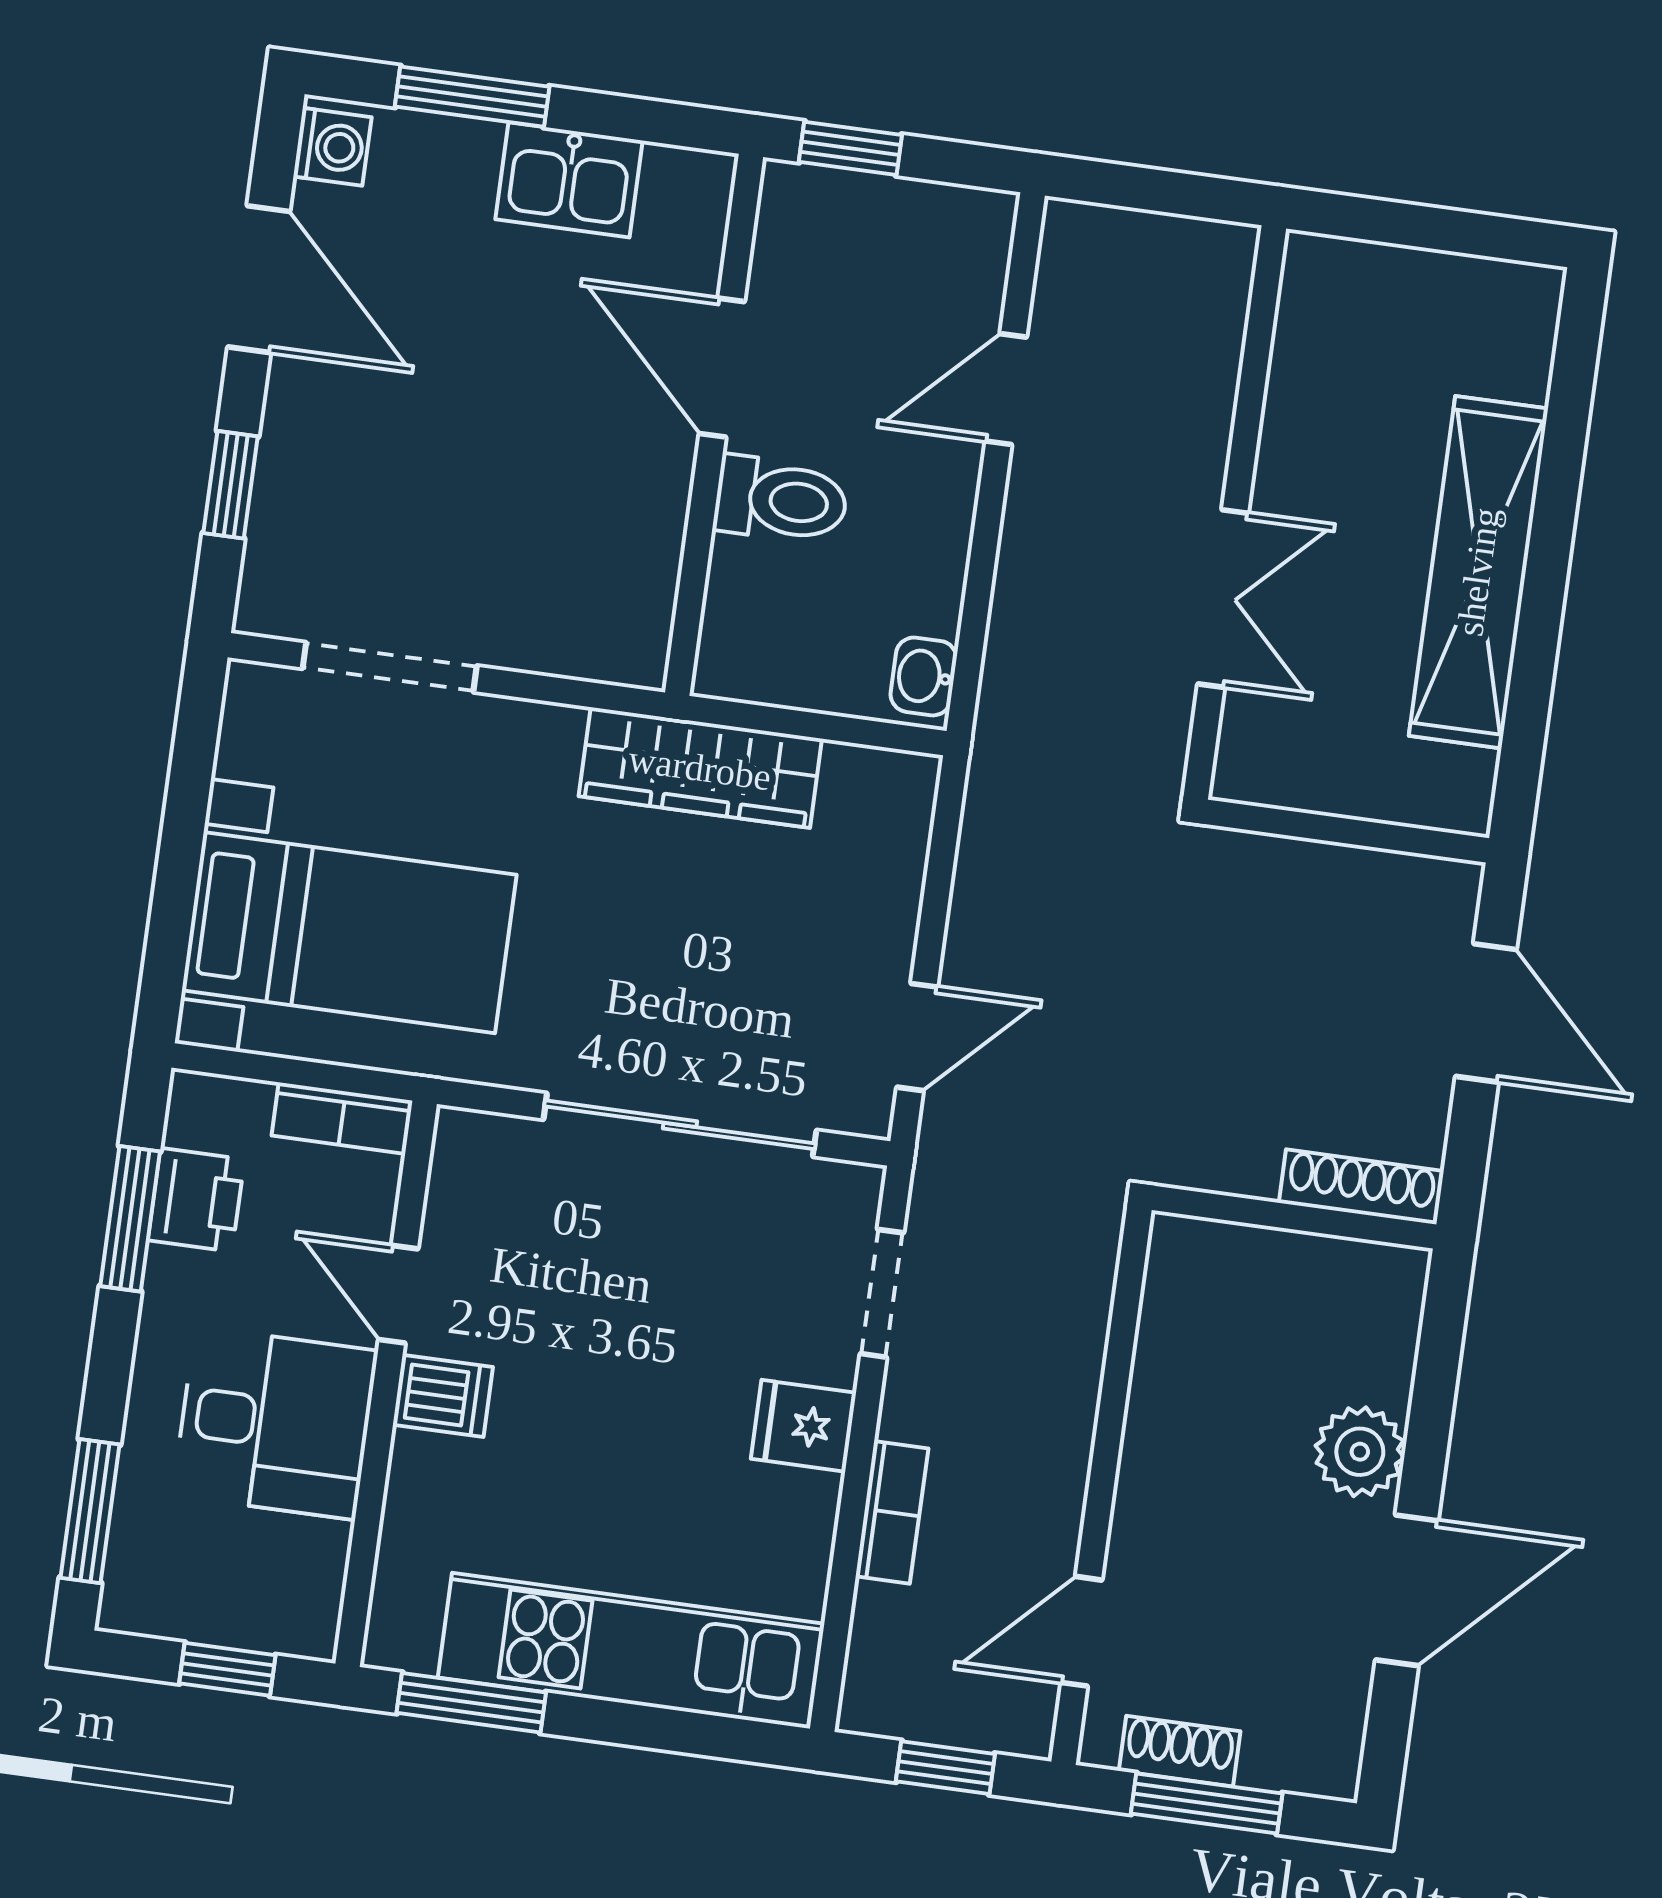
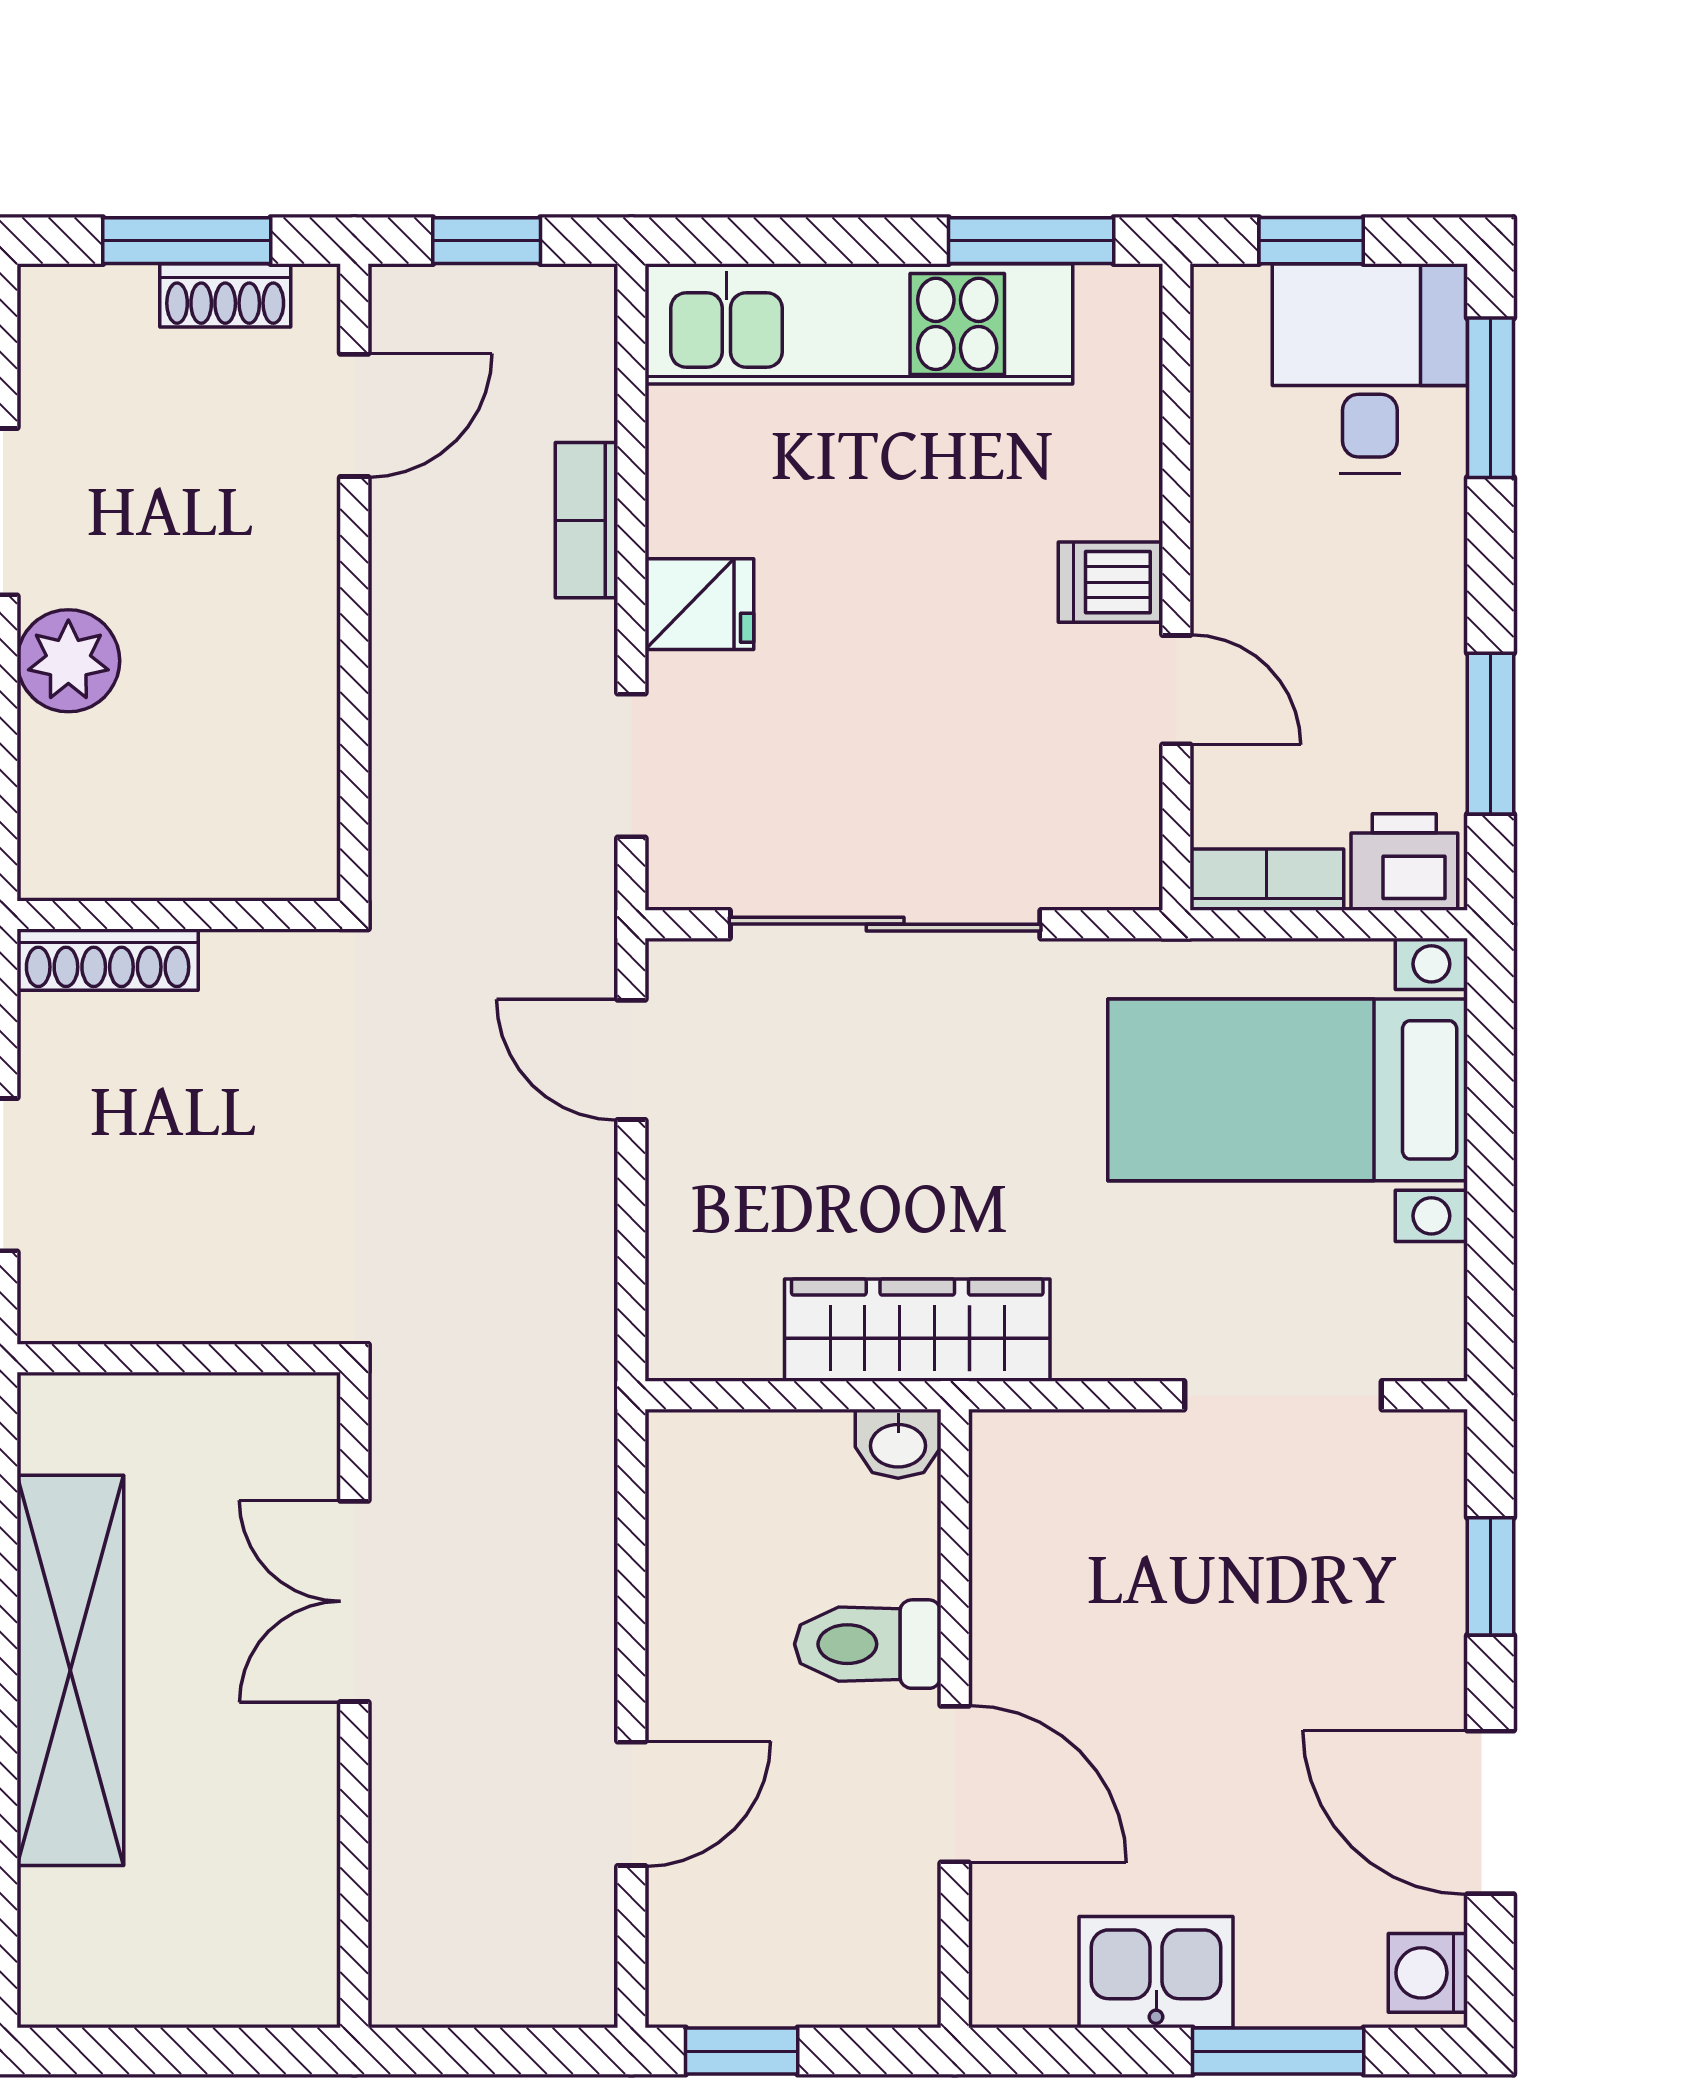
window: (850, 148) -> (742, 2051), moved
washbasin: (924, 676) -> (898, 1444), moved, turned 90
door: (917, 1037) -> (631, 1060), hinge flipped
printer: (196, 1200) -> (1404, 862), moved, turned 90
desk: (275, 1423) -> (1370, 369), moved, turned 90

